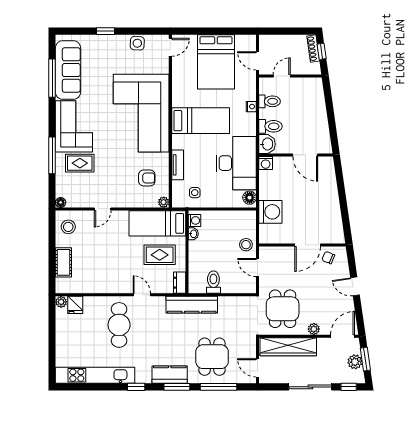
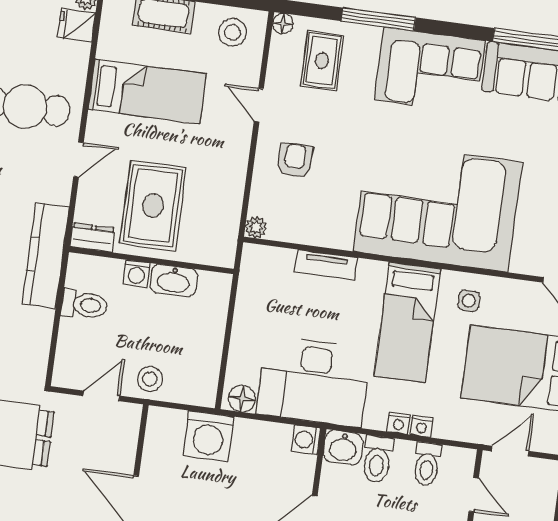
nightstand: (251, 118) -> (399, 423), added
rug: (80, 163) -> (322, 61), moved
armchair: (147, 178) -> (295, 161), moved, turned 180
side table: (195, 193) -> (469, 301), moved
washing machine: (195, 220) -> (137, 274), moved
bed: (157, 223) -> (147, 92), moved, turned 90
washbasin: (193, 234) -> (174, 281), width x1.91, depth x1.45
rug: (160, 255) -> (153, 206), width x1.36, depth x1.43

